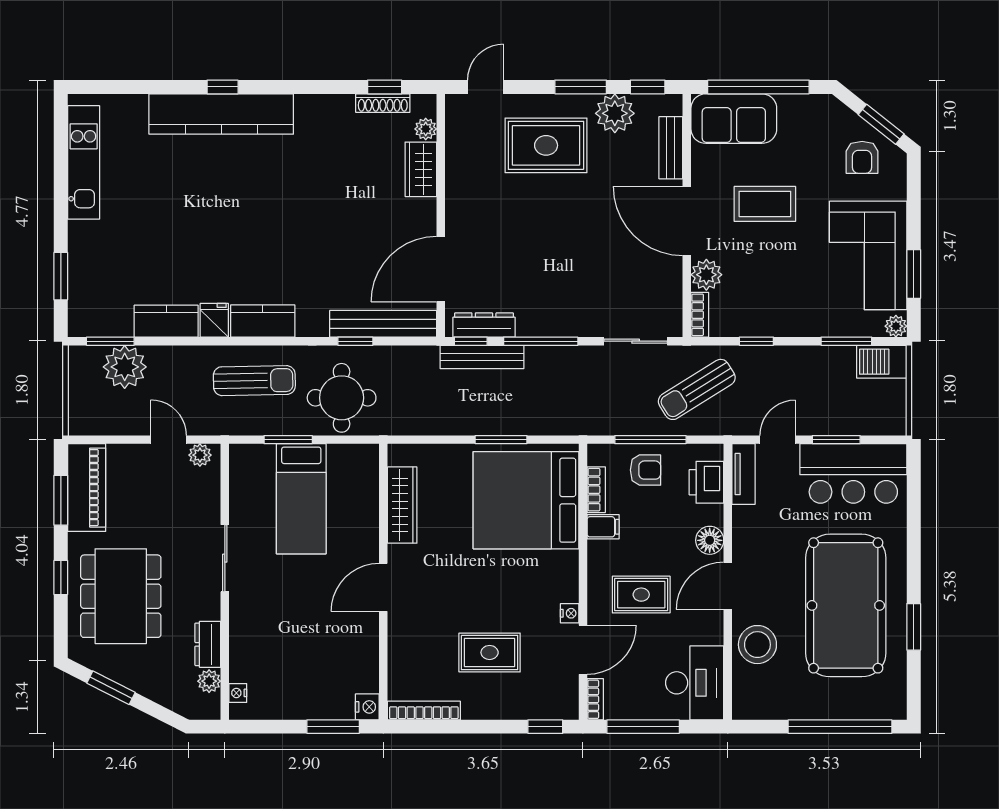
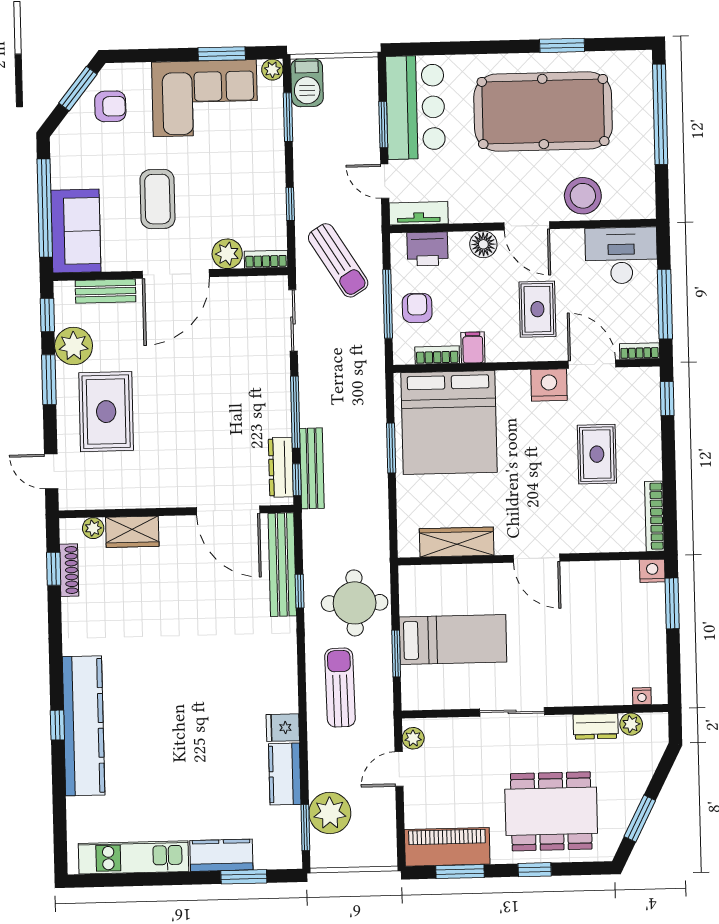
kitchen counter: (263, 321) -> (221, 855), moved, turned 90
nightstand: (570, 613) -> (549, 385), width x1.89, depth x1.79

